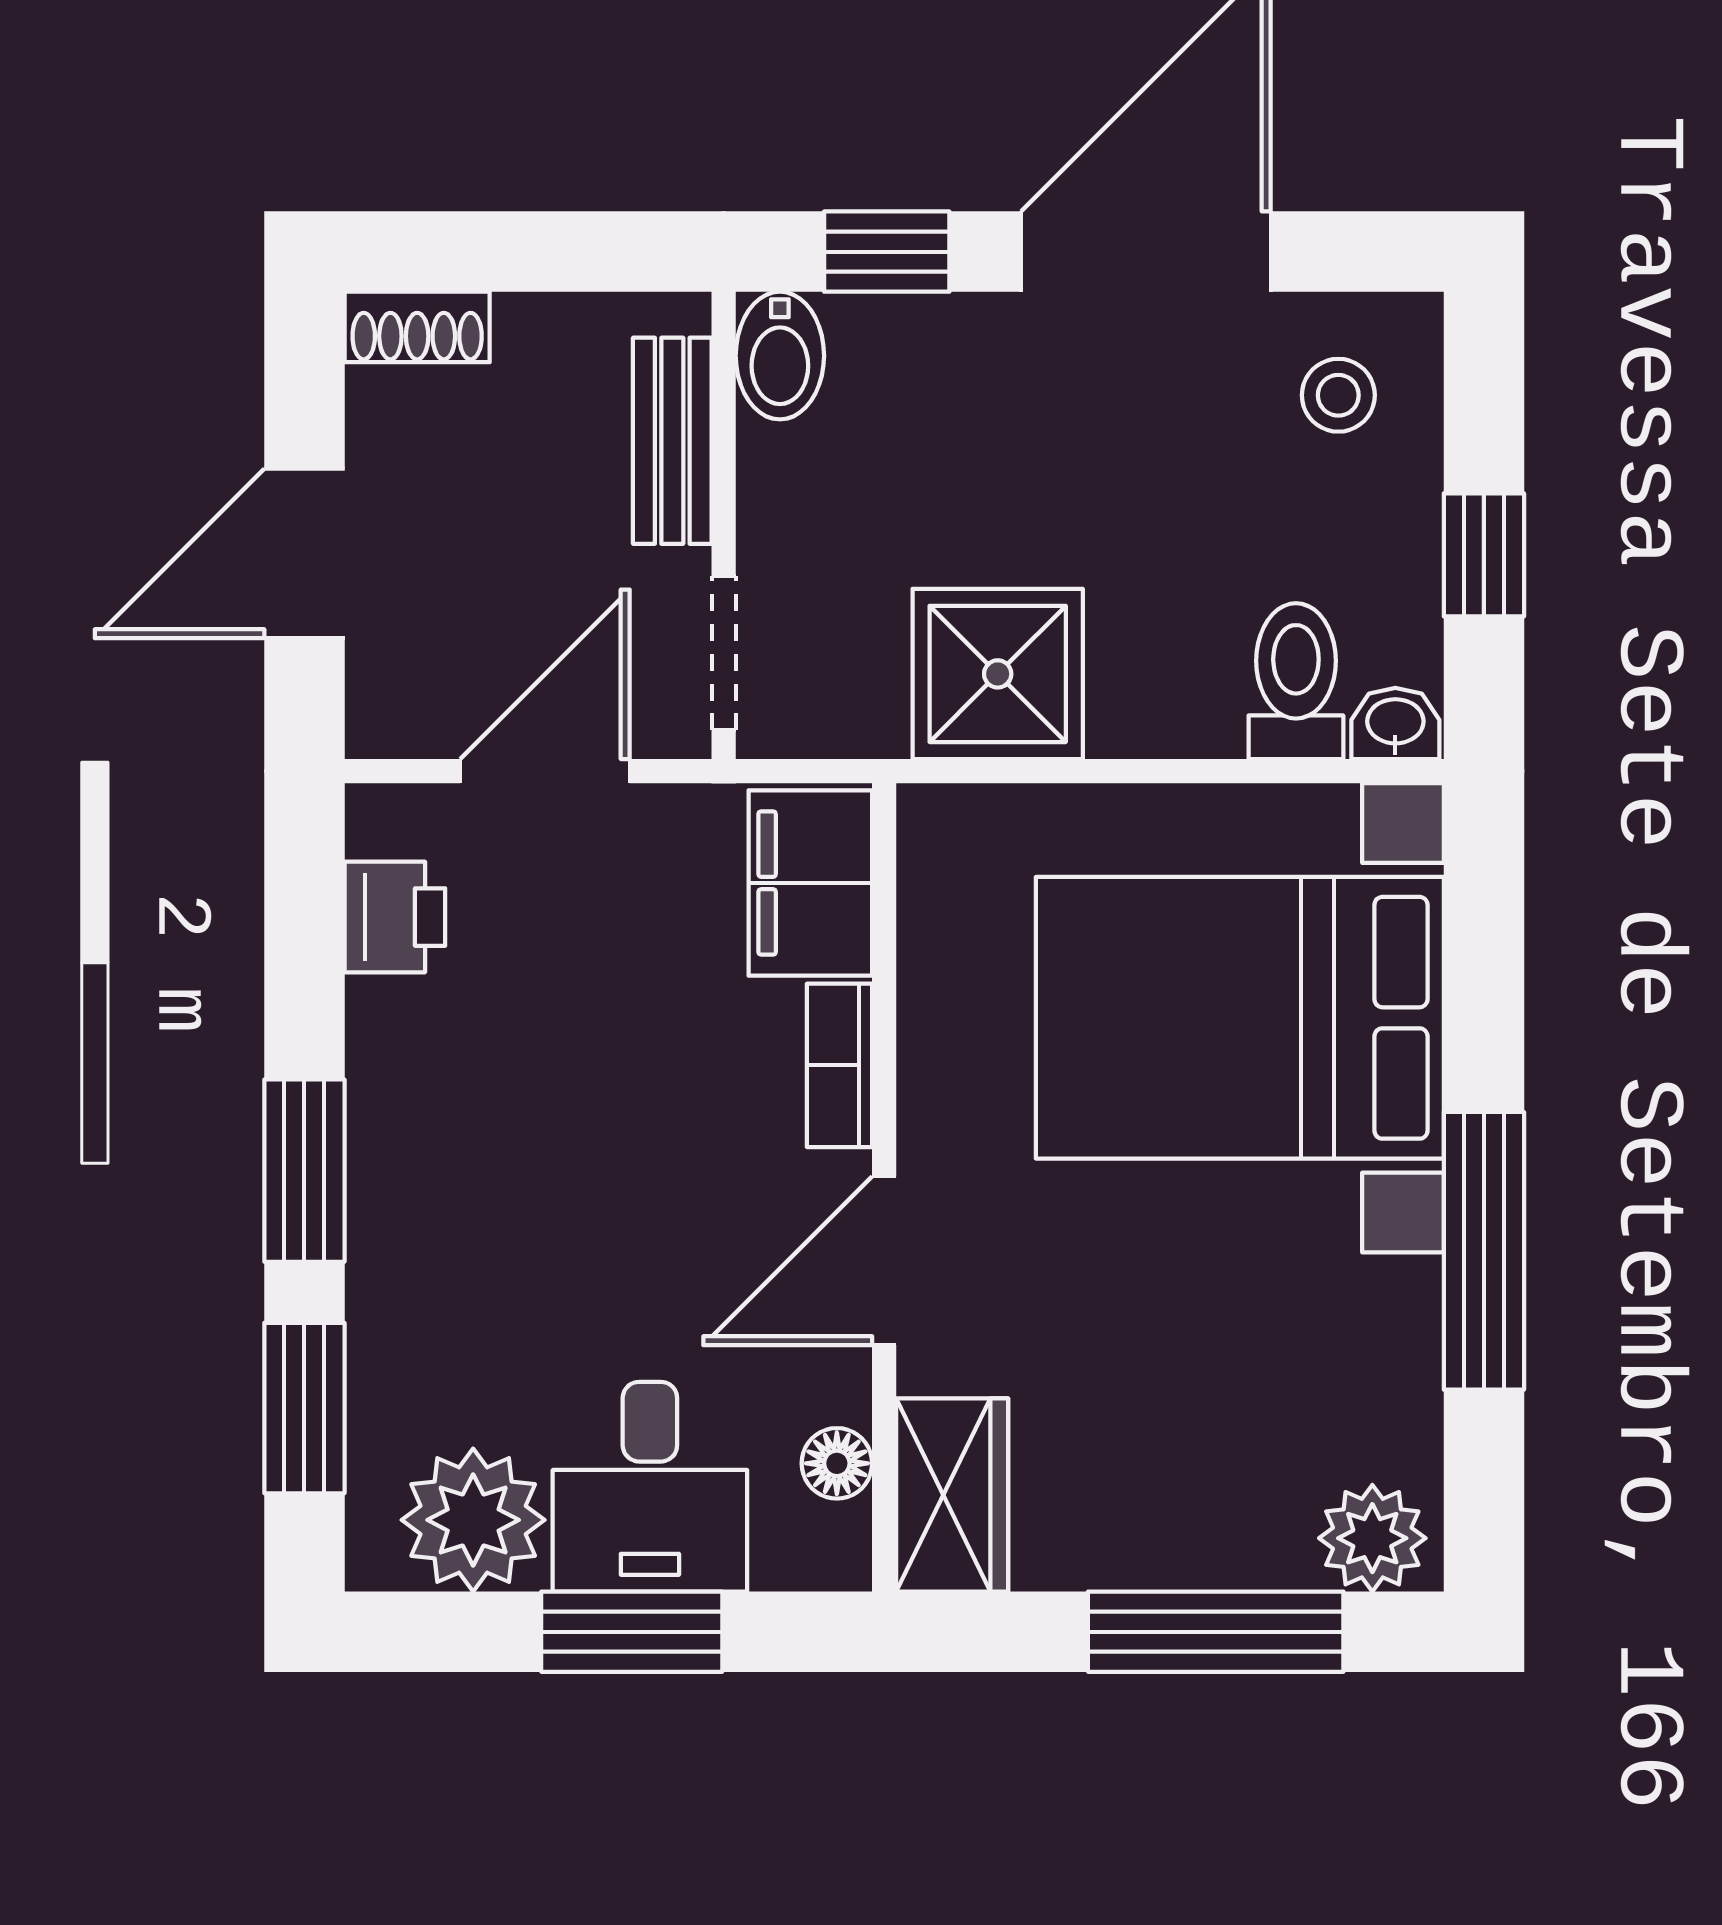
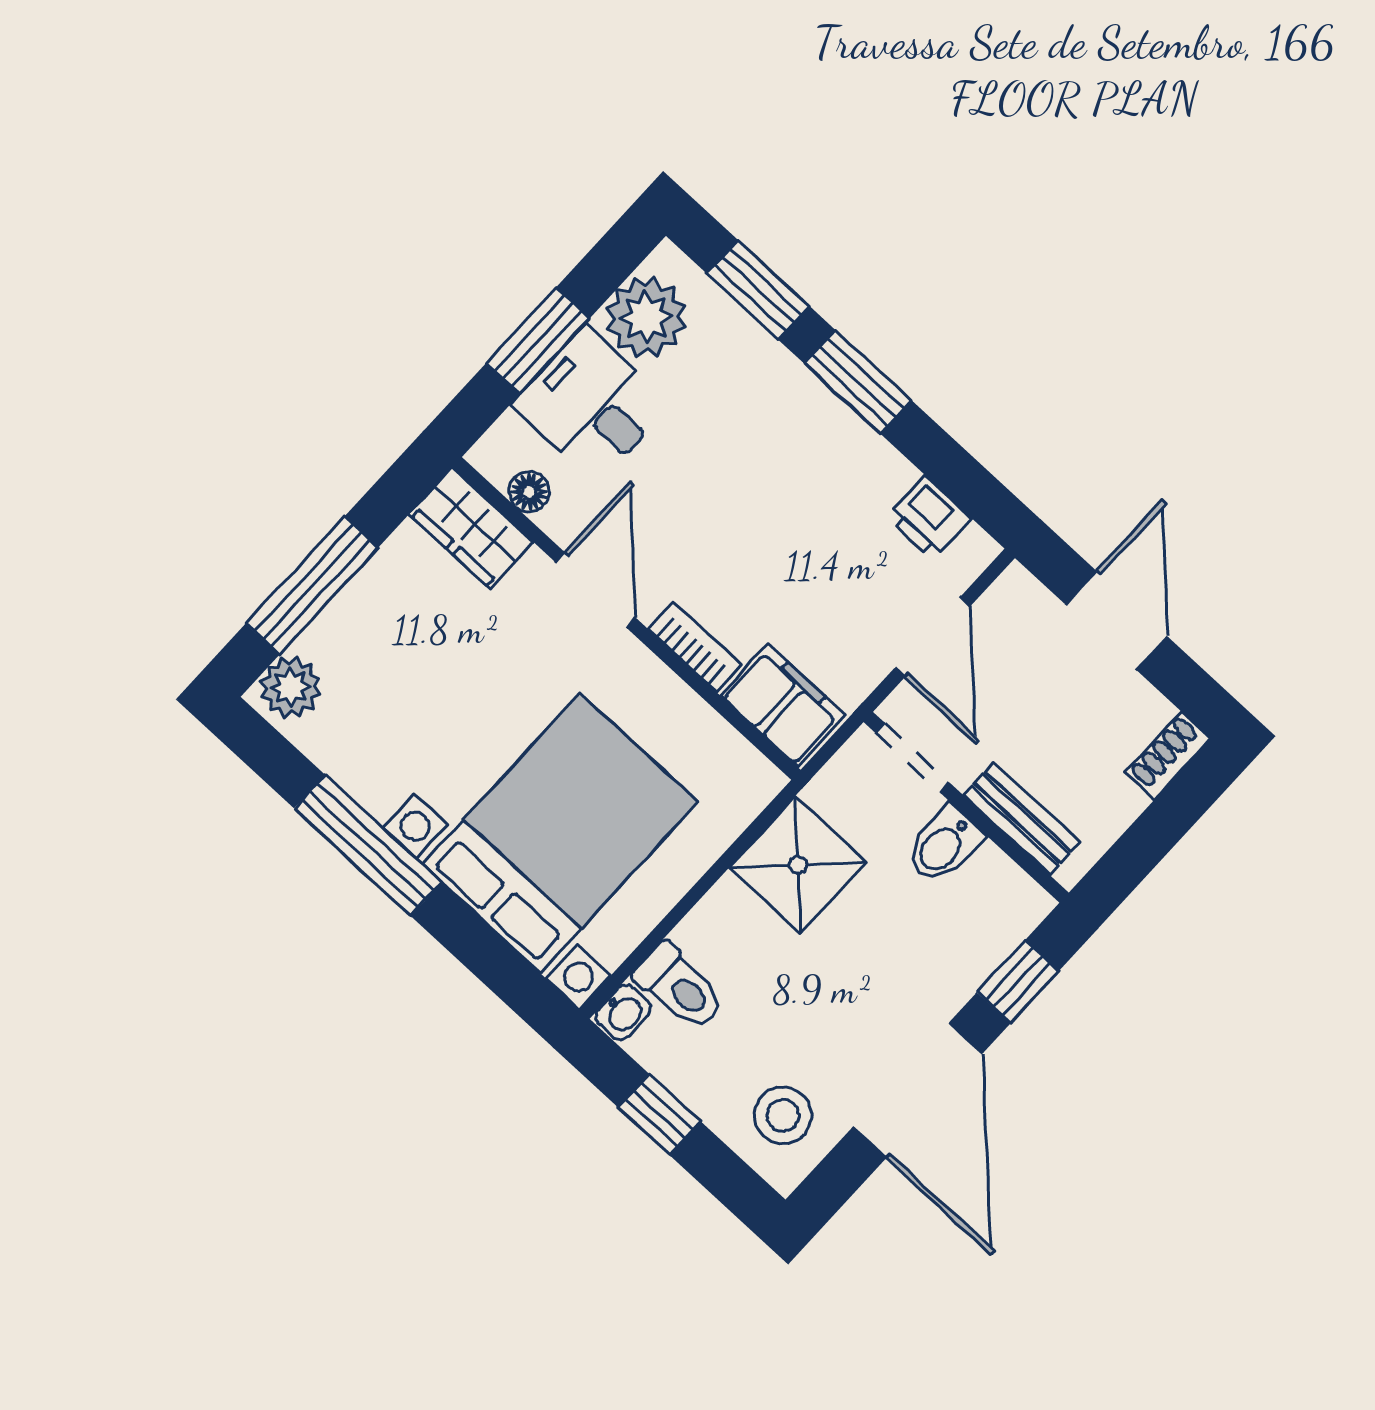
bidet: (780, 356) -> (944, 845), moved, turned -90
stool: (1338, 395) -> (783, 1115), width x1.37, depth x1.37

